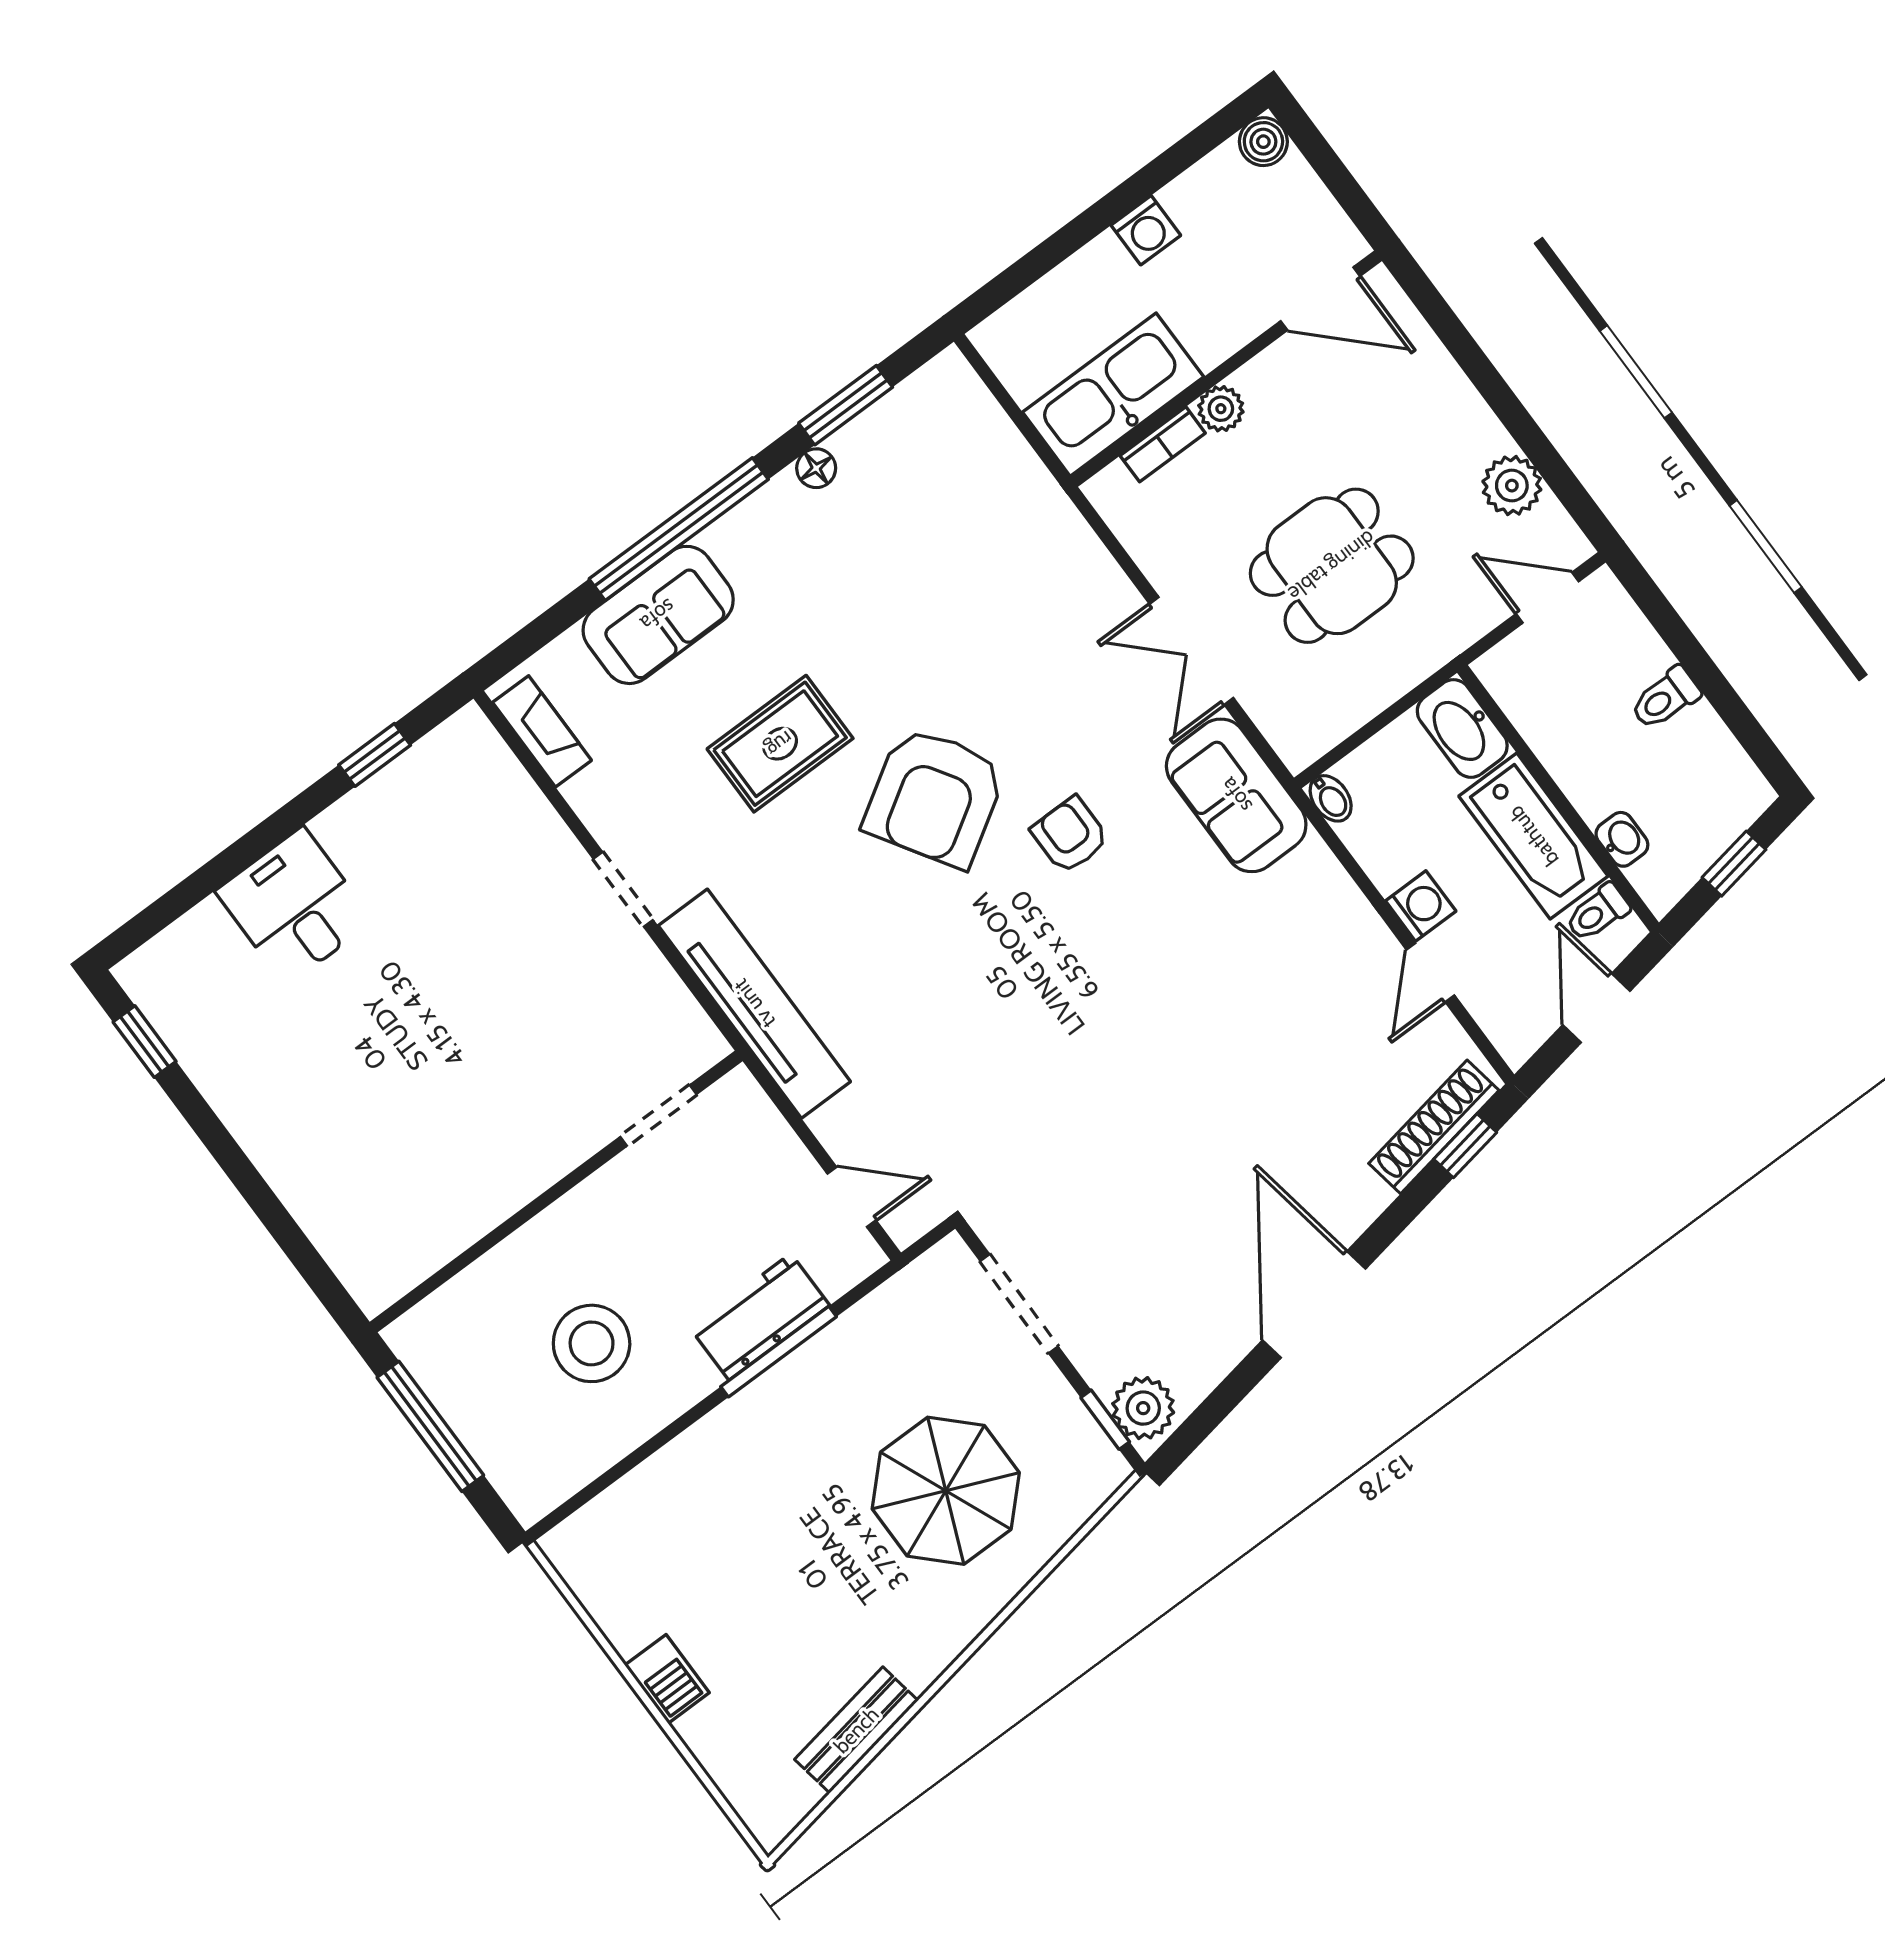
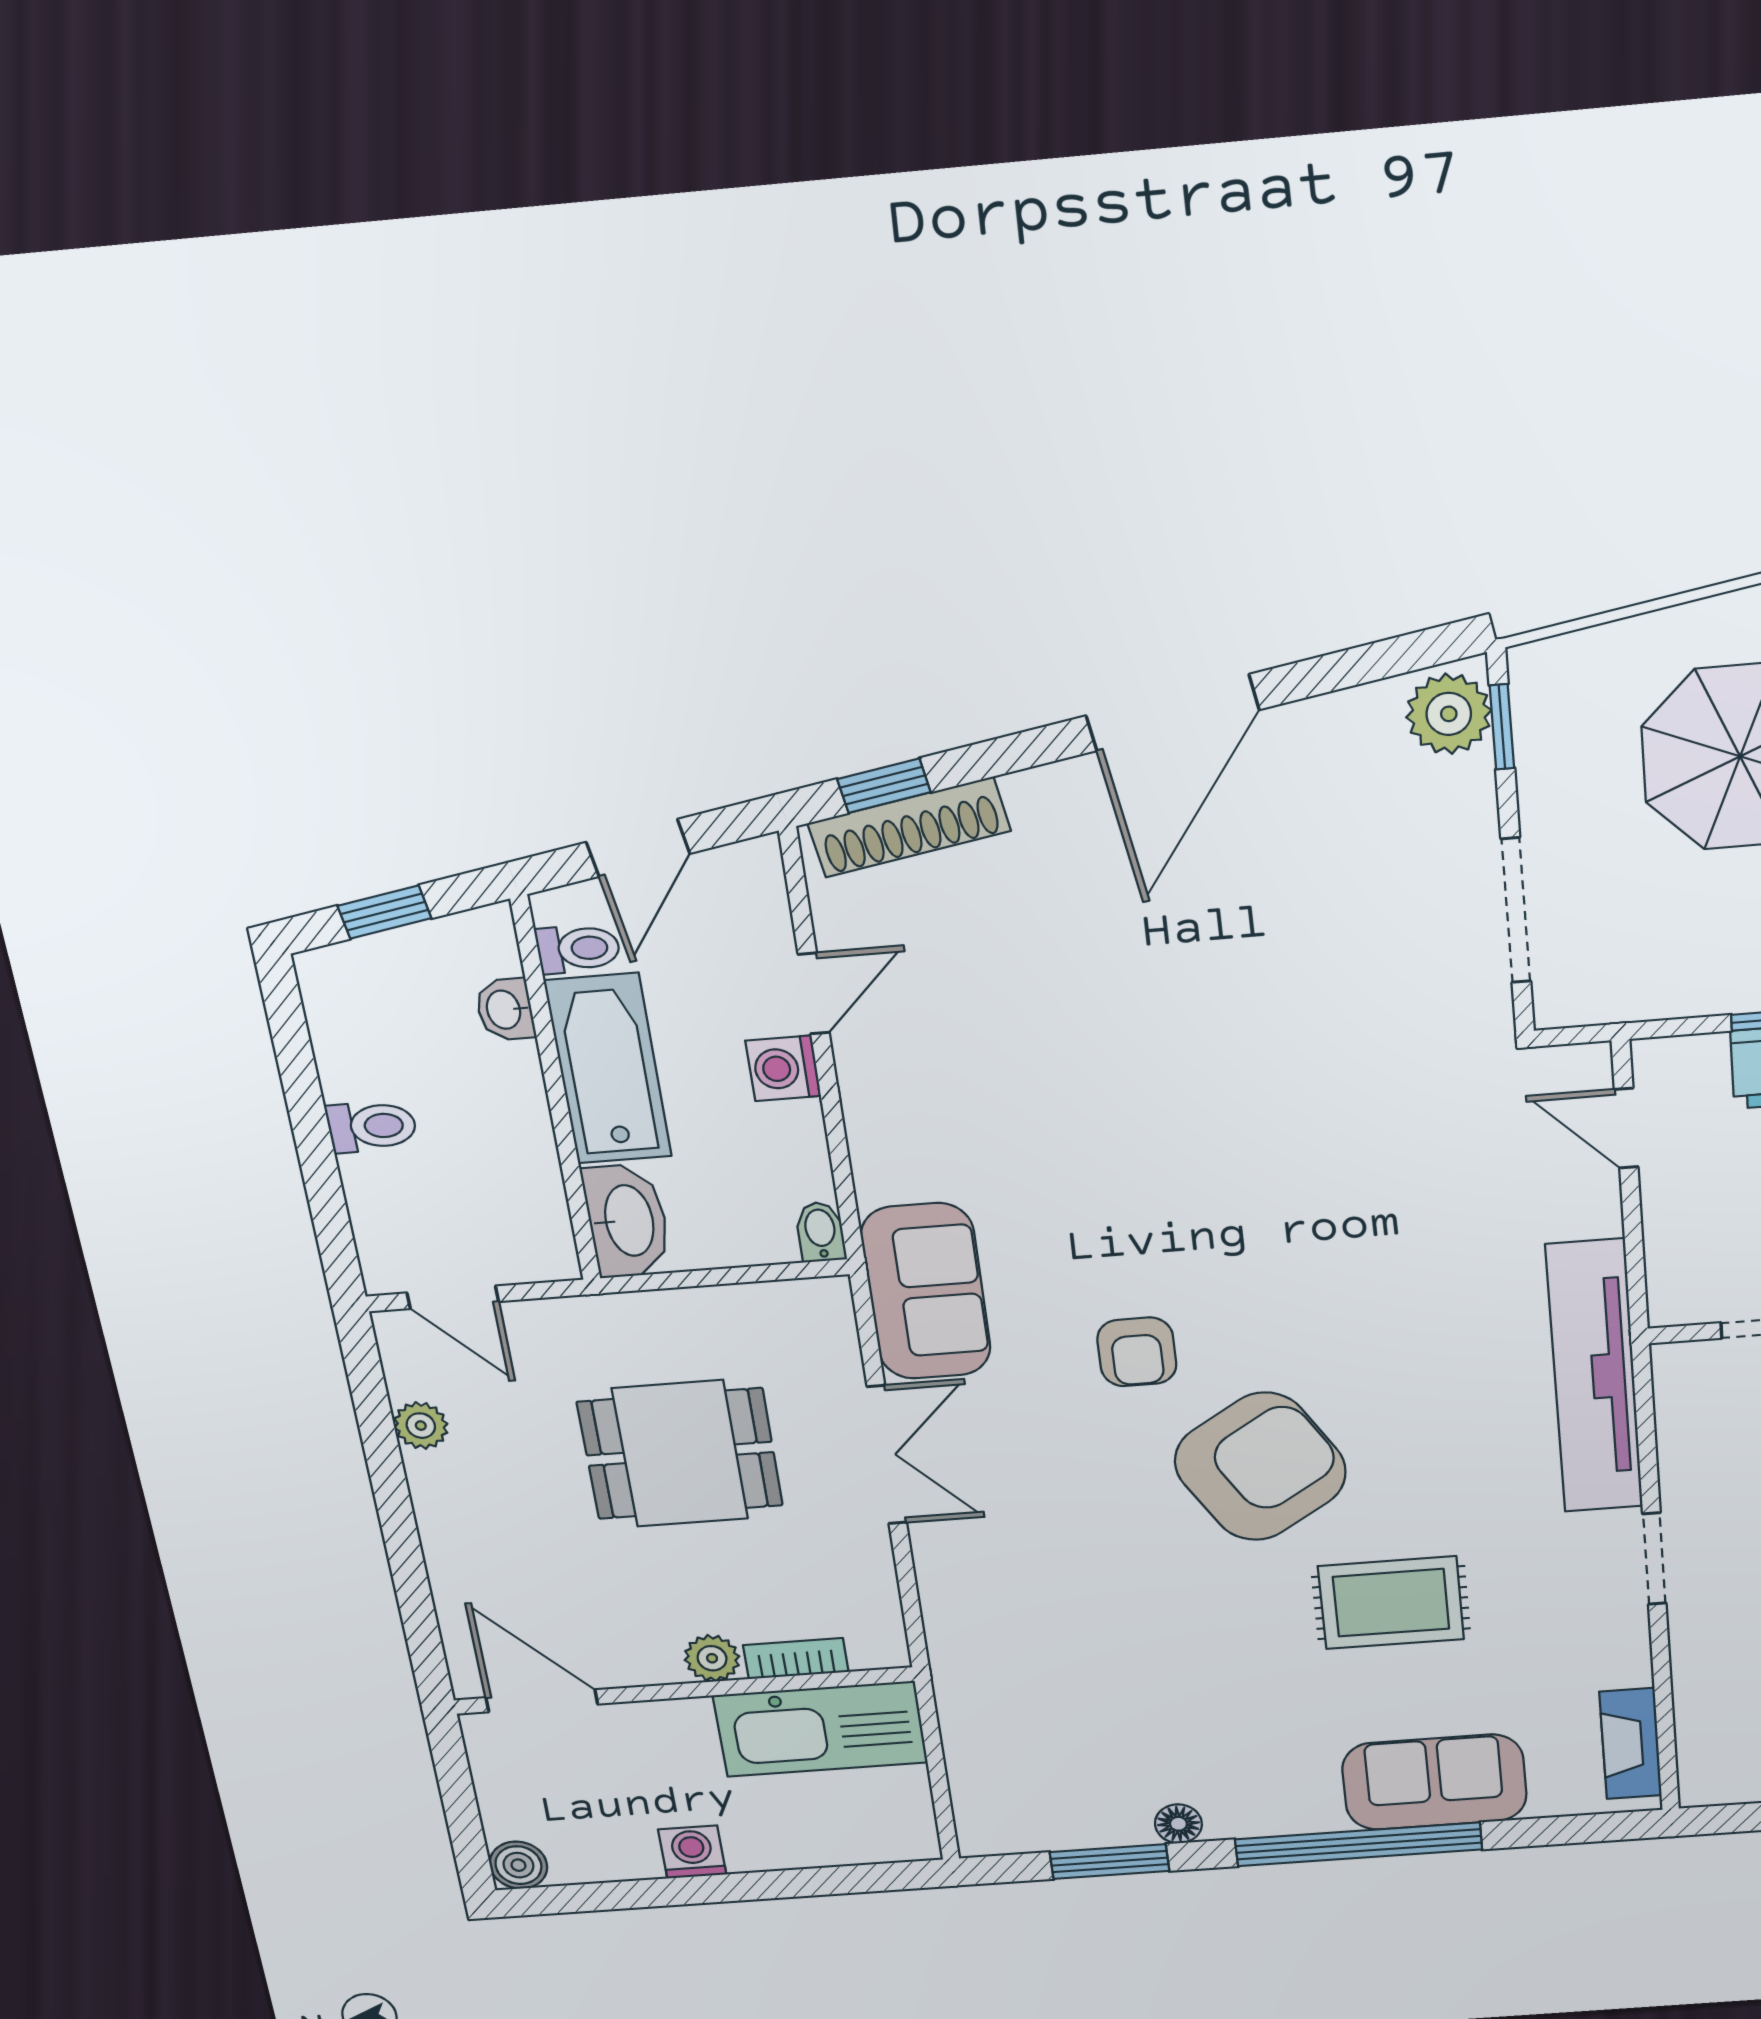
plant: (1512, 486) -> (421, 1426), width x0.73, depth x0.73

